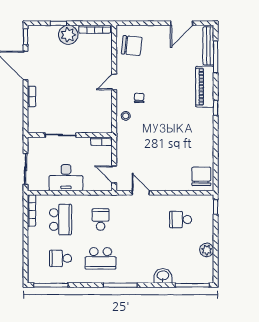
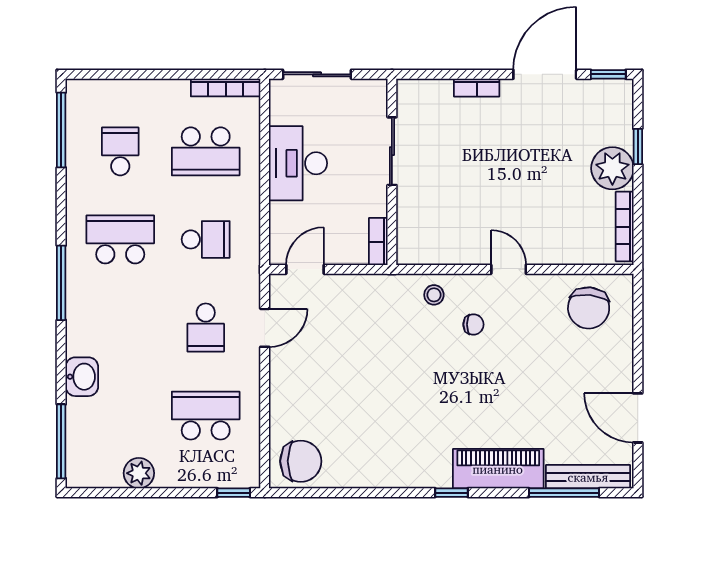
school desk: (141, 220) -> (206, 328), added
school desk: (181, 220) -> (206, 416), width x1.85
school desk: (101, 258) -> (120, 239), turned 90

